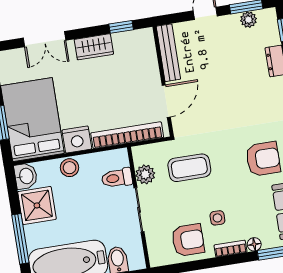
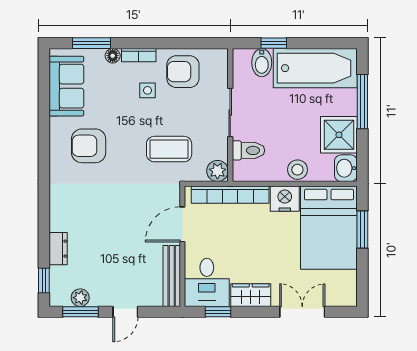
desk: (136, 52) -> (207, 282), added
plant: (145, 174) -> (217, 171), moved

